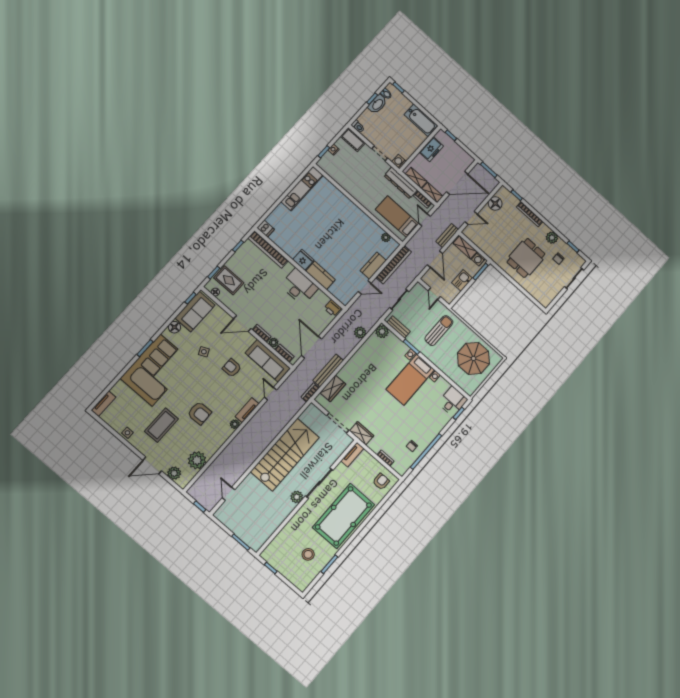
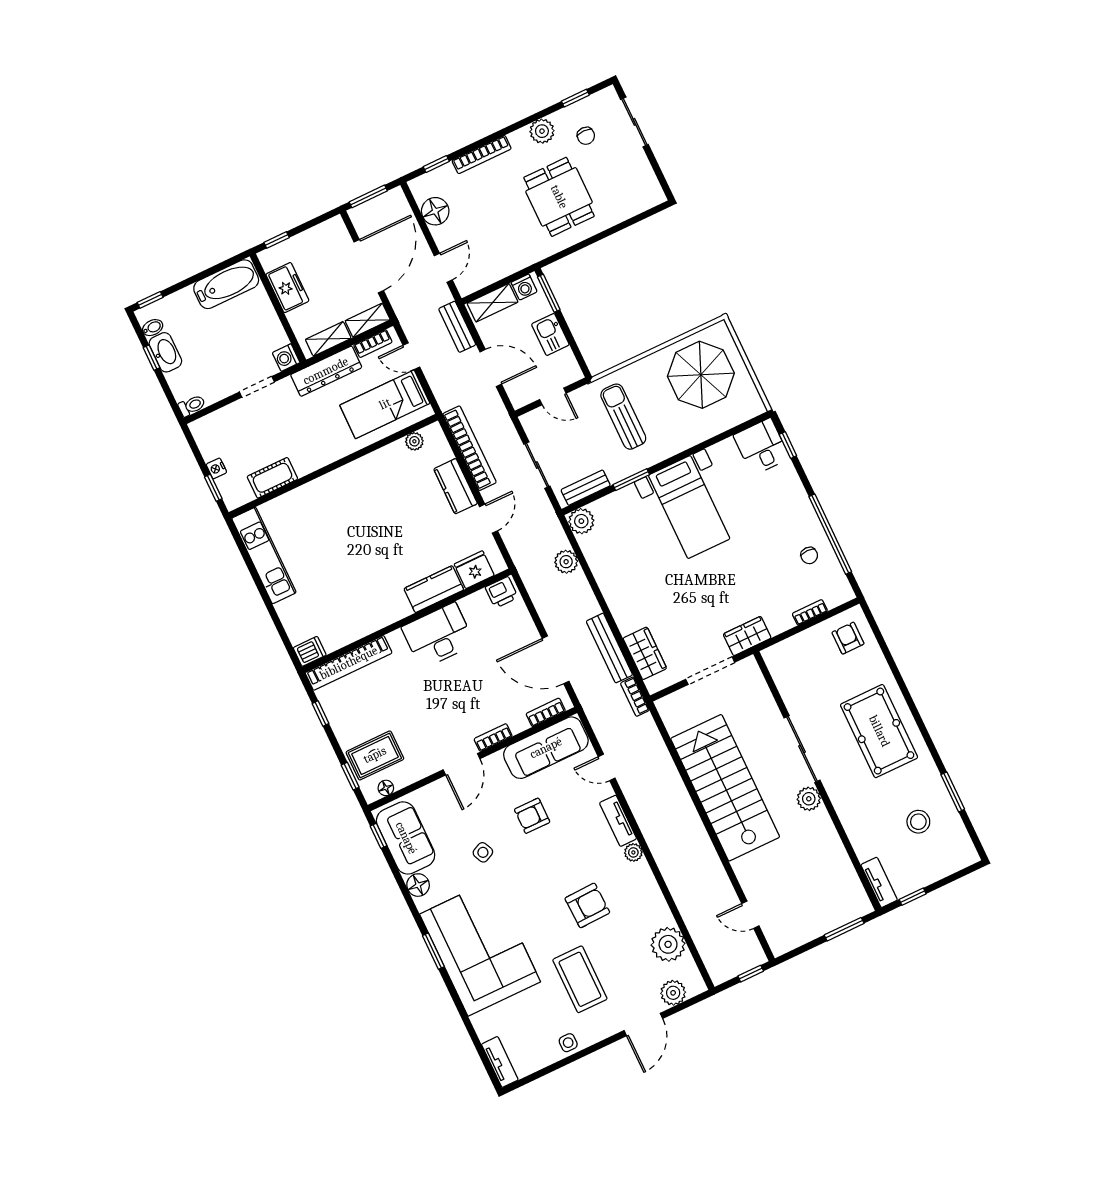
cot: (353, 140) -> (272, 478), moved
fridge: (303, 260) -> (474, 570), moved
plant: (274, 342) -> (518, 723), removed
tv unit: (352, 455) -> (879, 882), moved
pool table: (343, 516) -> (879, 731), width x0.73, depth x0.76

